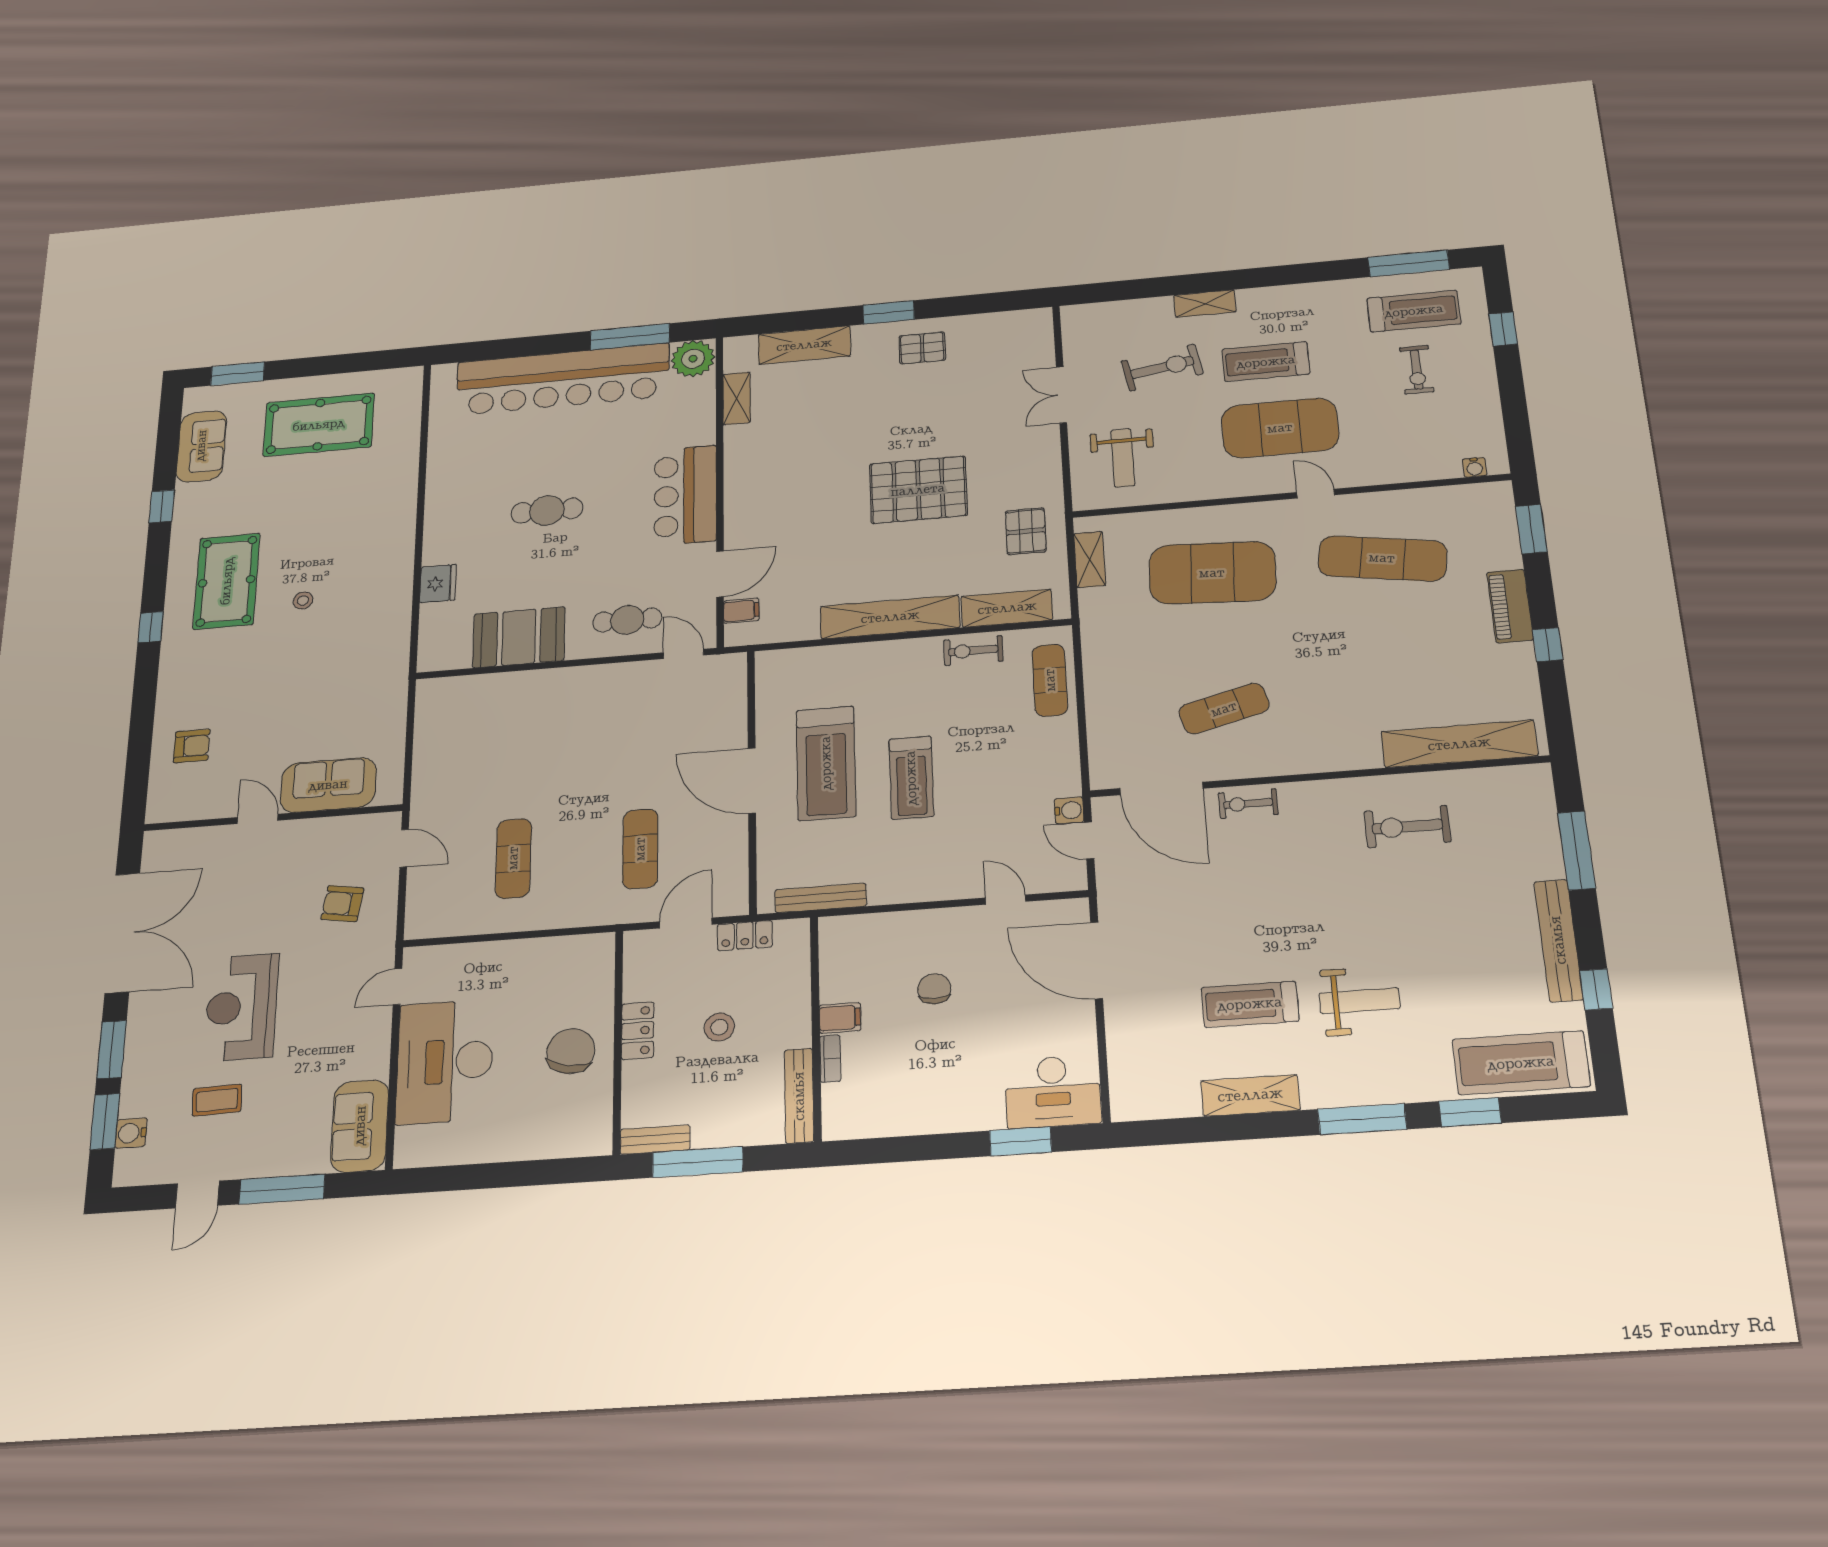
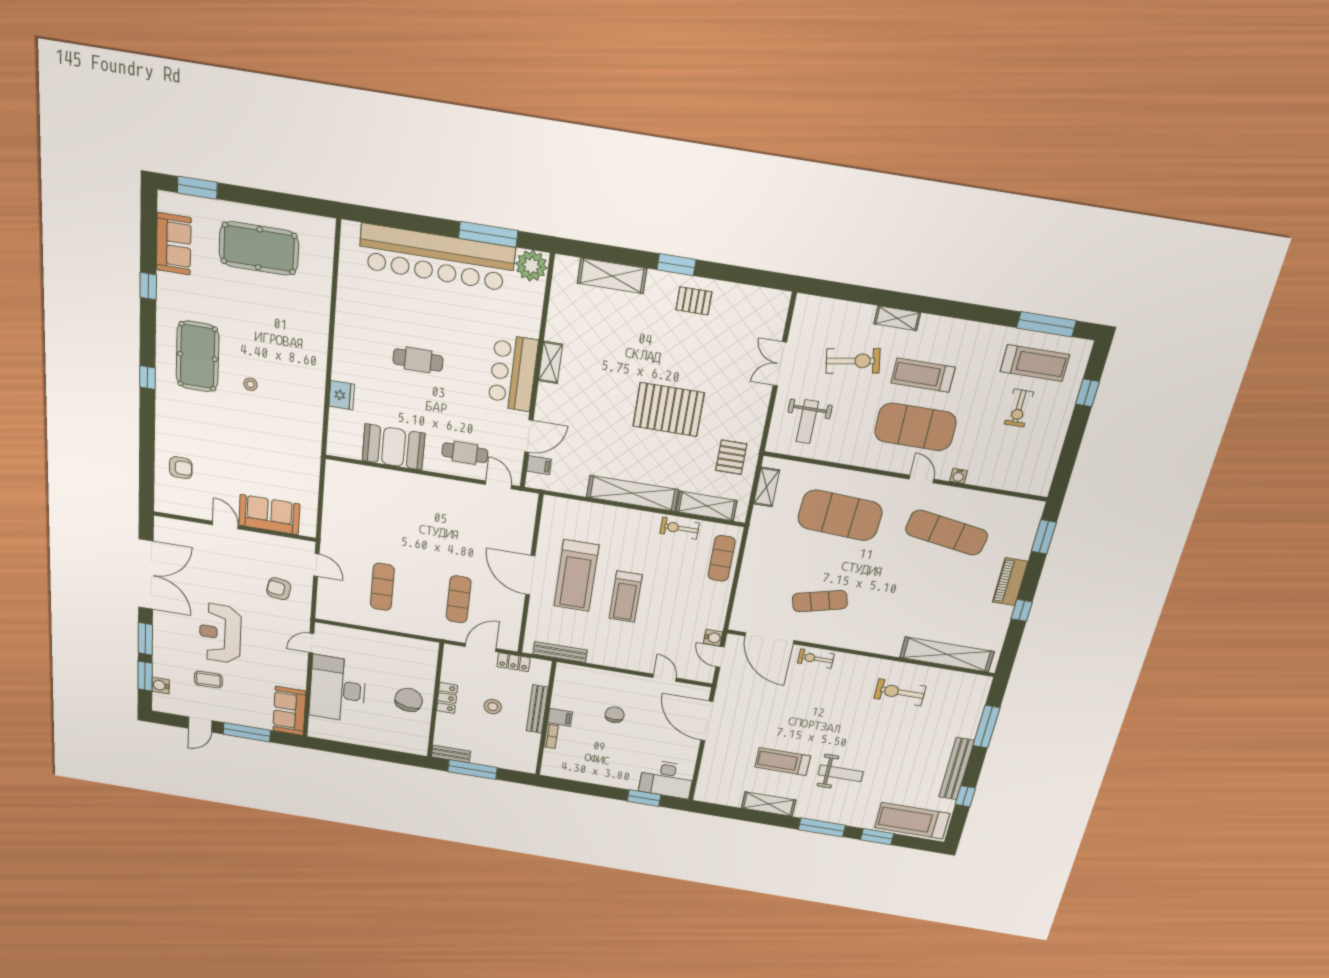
shelving: (737, 398) -> (550, 362), moved
water cooler: (1475, 467) -> (958, 476), moved
bench: (799, 1096) -> (537, 709), moved

